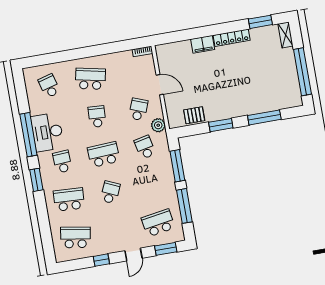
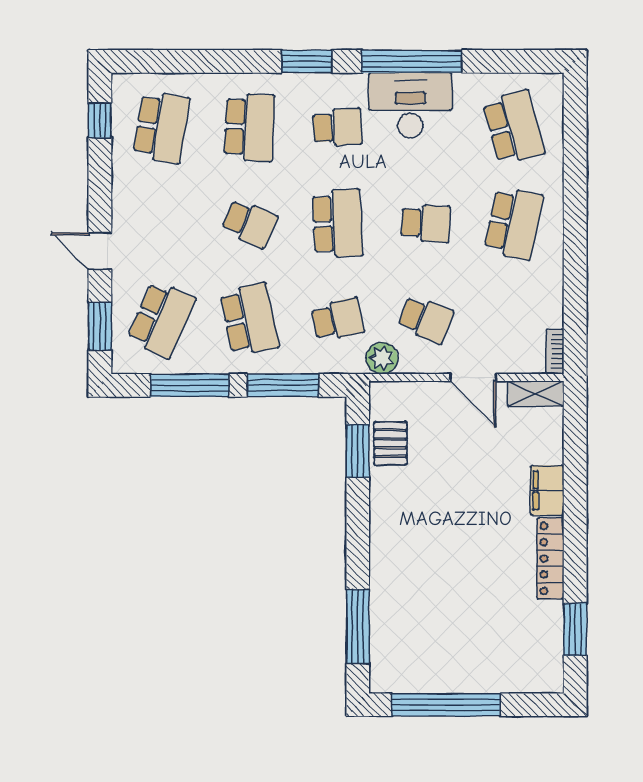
shelving: (285, 35) -> (536, 394), moved
door: (160, 85) -> (473, 377), hinge flipped
school desk: (49, 86) -> (514, 127), width x1.85
window: (264, 117) -> (358, 627), moved
window: (221, 125) -> (358, 451), moved
school desk: (152, 185) -> (249, 319), added
school desk: (158, 223) -> (161, 319), turned 33
window: (101, 260) -> (100, 121), moved

